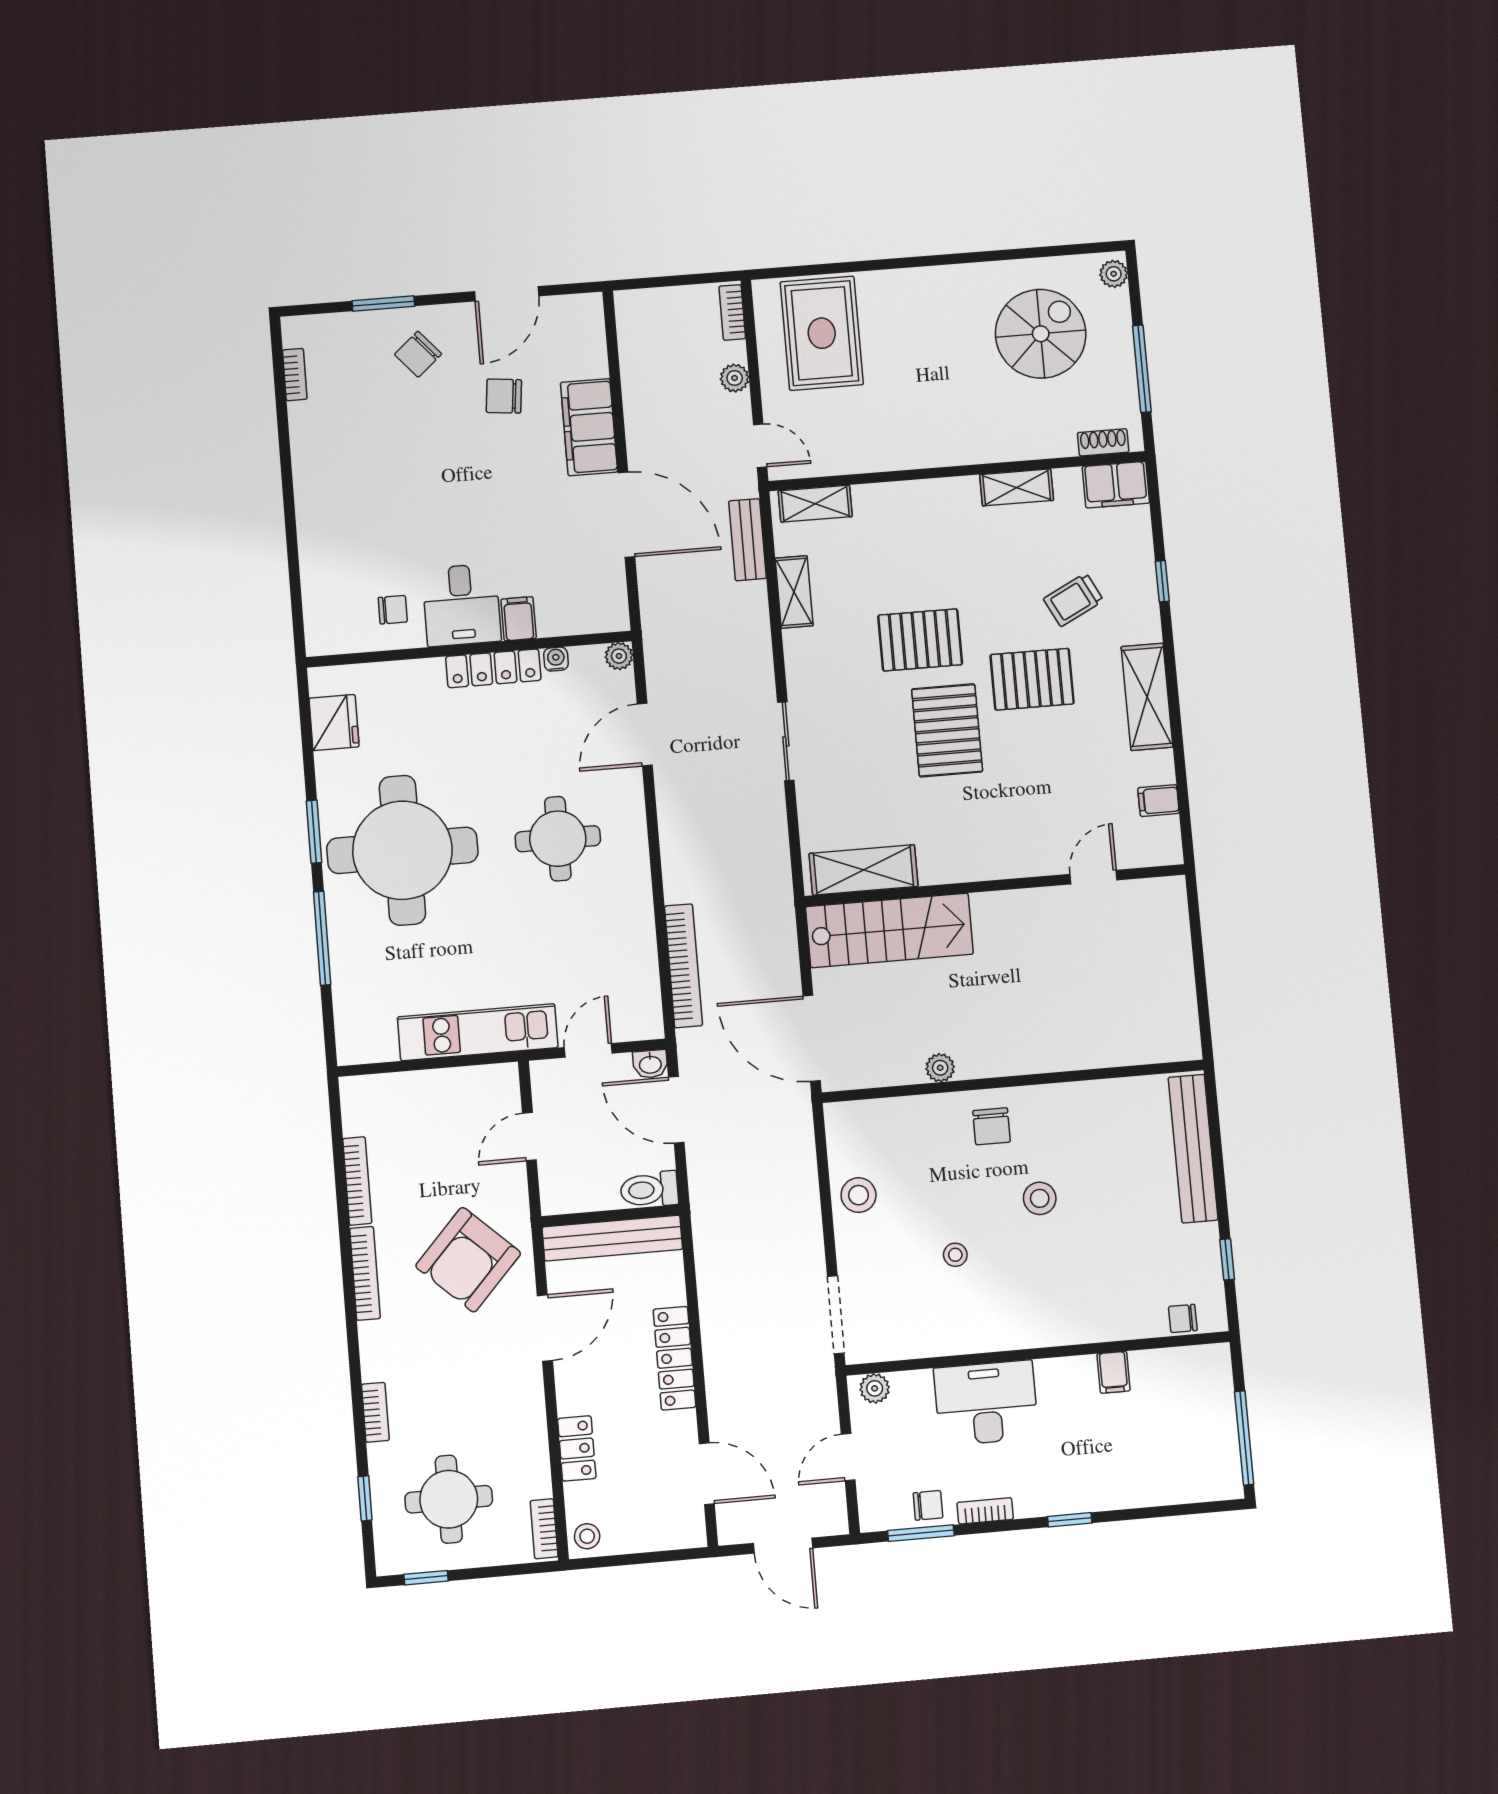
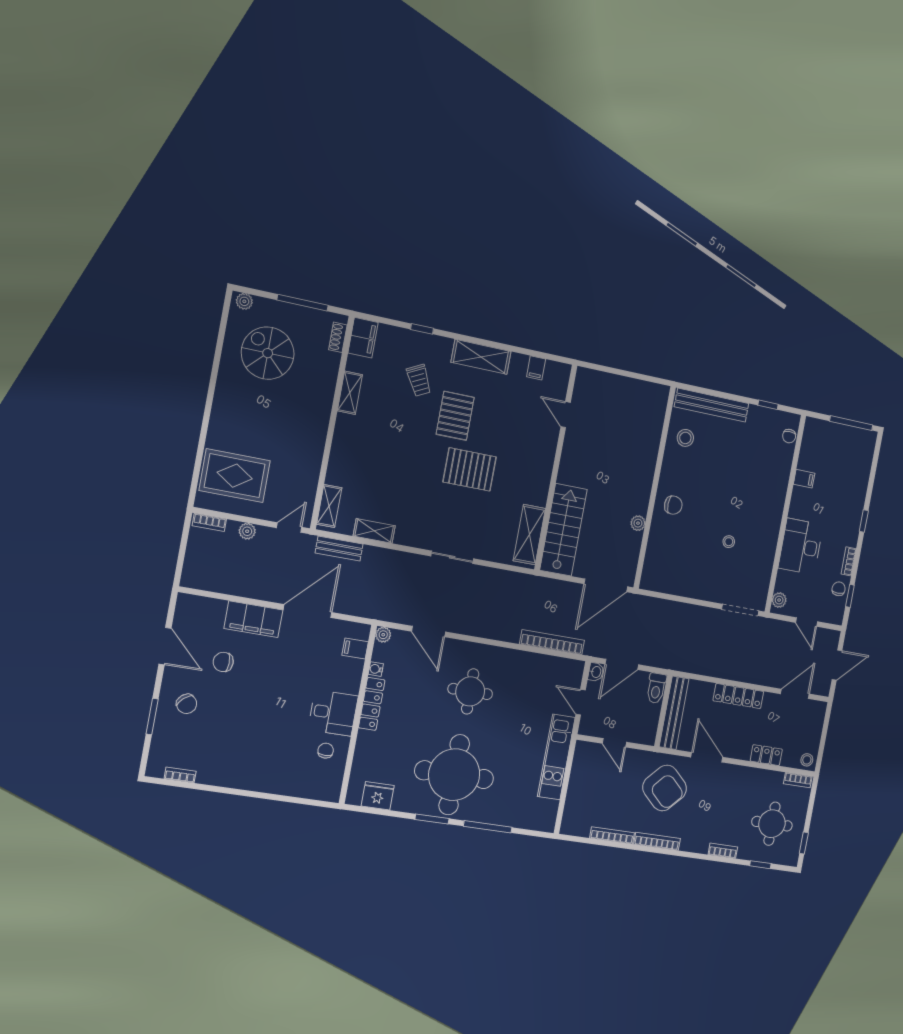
chair: (504, 396) -> (223, 662), turned 84
filing cabinet: (519, 619) -> (355, 648), moved
pallet: (920, 640) -> (418, 470), removed
stool: (859, 1195) -> (688, 583), removed
stool: (1040, 1198) -> (685, 438), moved
window: (921, 1533) -> (850, 596), width x0.67

